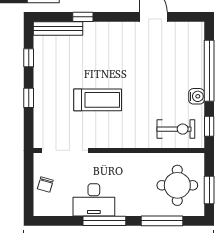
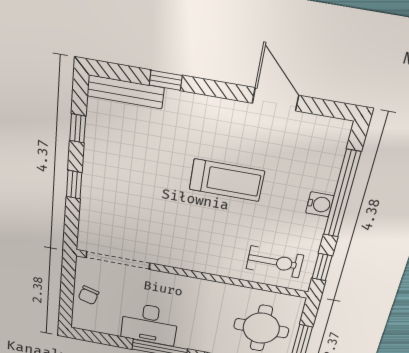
water cooler: (197, 96) -> (320, 204), moved
treadmill: (98, 100) -> (227, 180), moved

